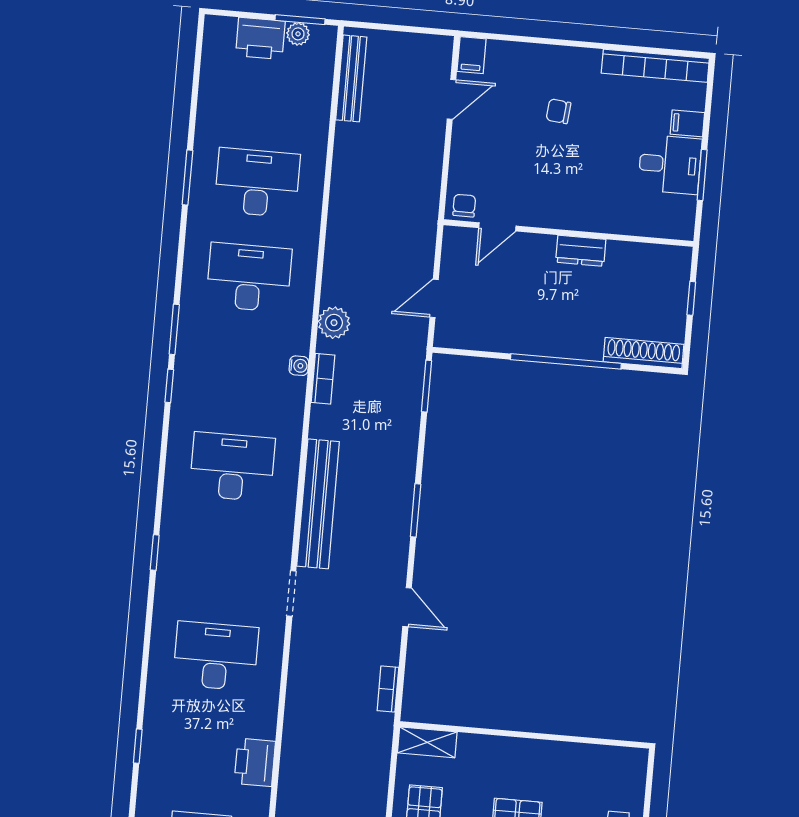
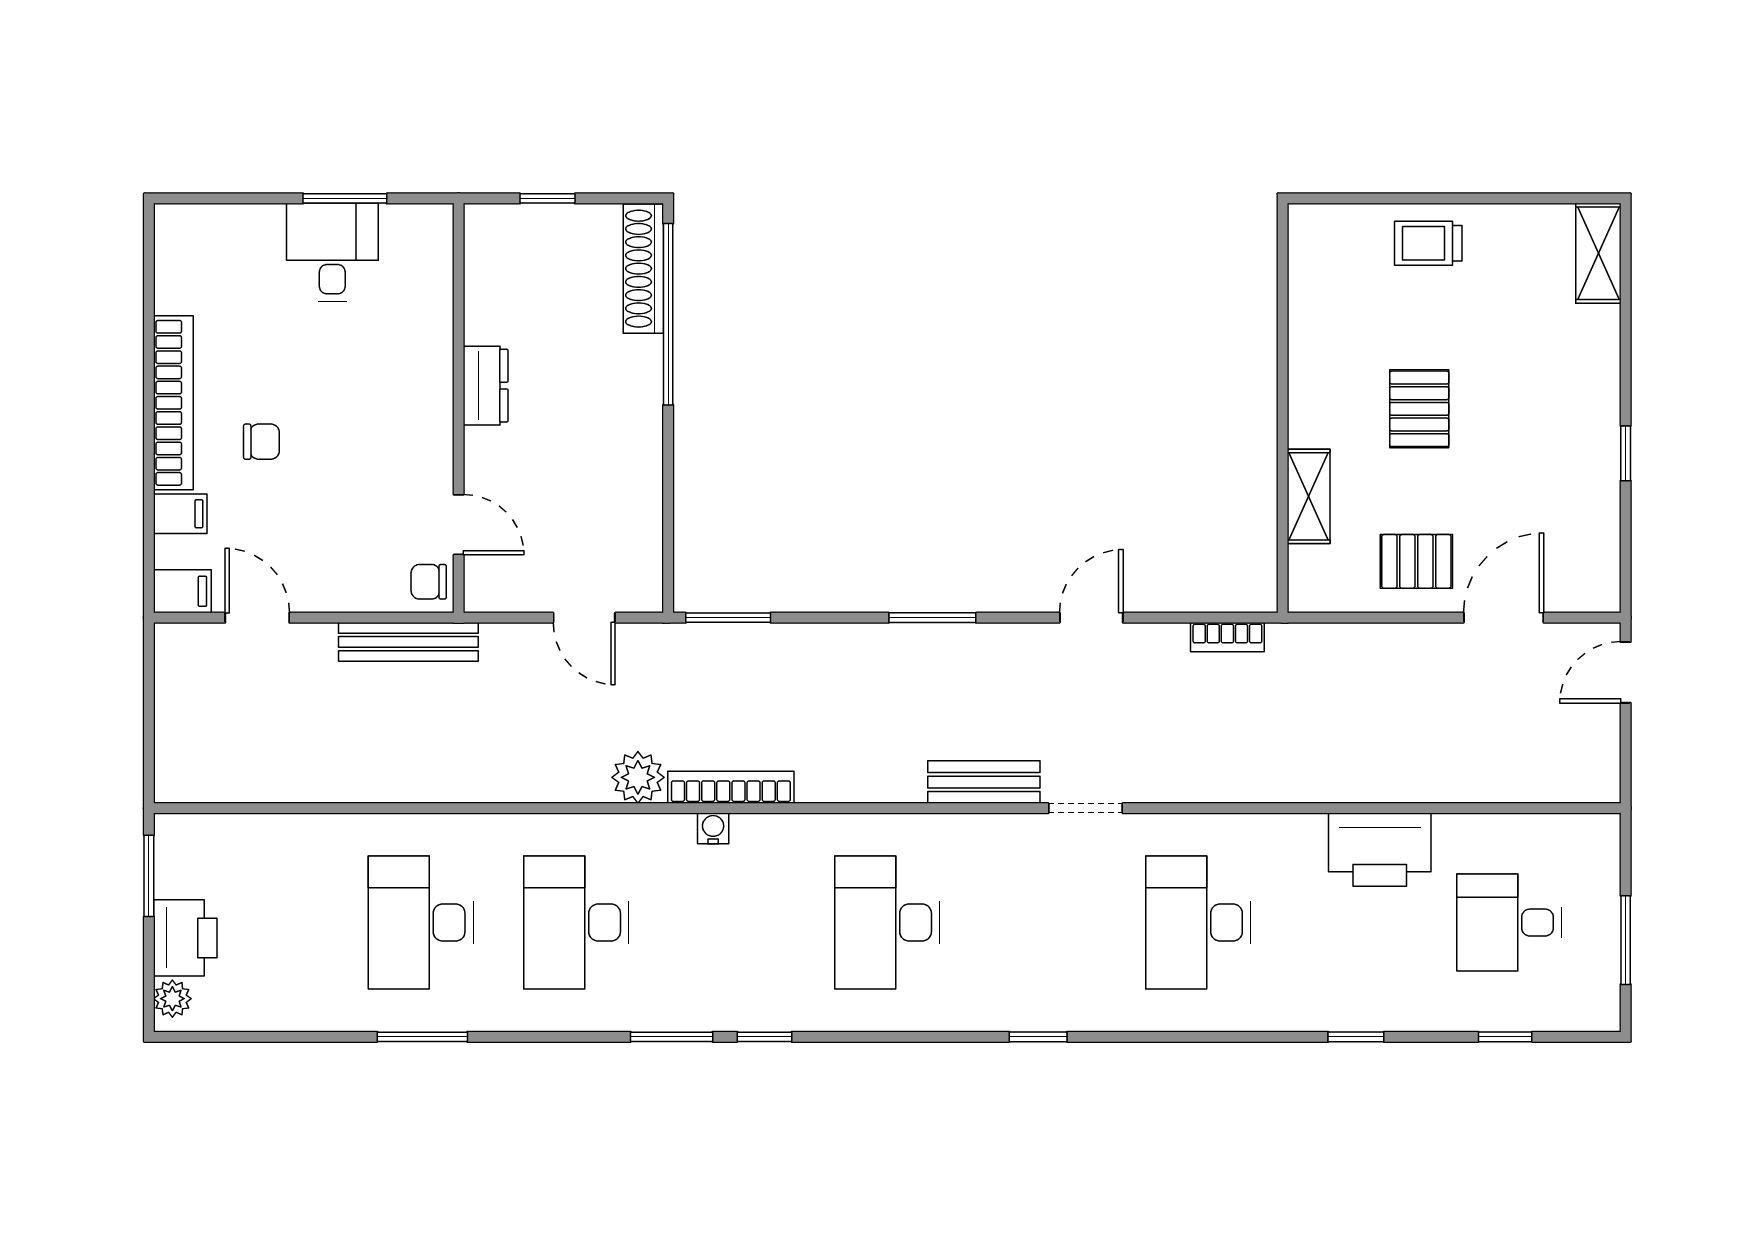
plant: (298, 34) -> (172, 999), moved
bookcase: (655, 66) -> (173, 403), moved
bench: (351, 78) -> (408, 642), moved
chair: (558, 111) -> (261, 442), turned -96
filing cabinet: (687, 123) -> (180, 514), moved, turned -90
window: (566, 361) -> (668, 314), moved
bookcase: (323, 379) -> (731, 787), width x1.56
bench: (318, 504) -> (984, 782), width x0.54, depth x0.82
shelving: (427, 742) -> (1309, 496), moved
printer: (255, 762) -> (1380, 850), width x1.37, depth x1.19

